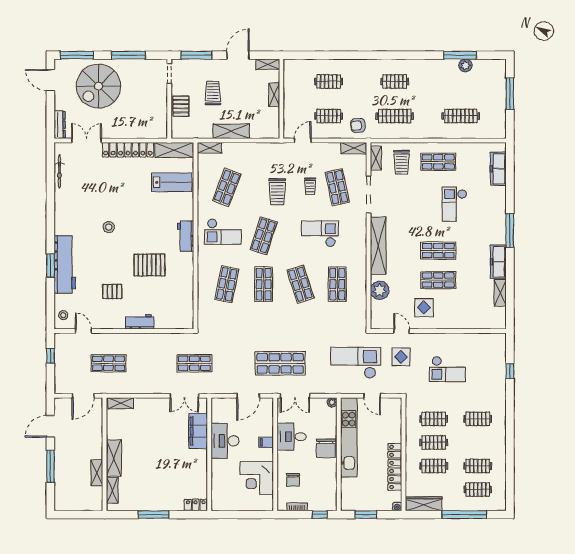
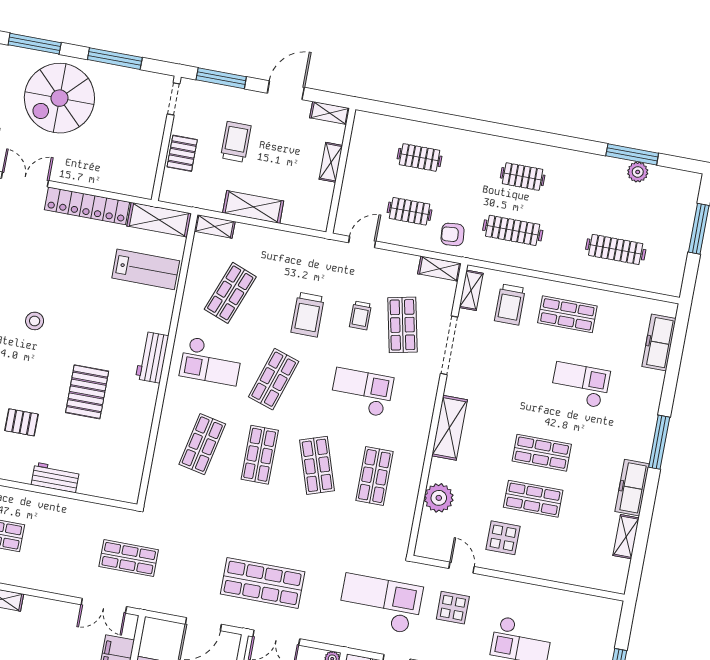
checkout: (454, 204) -> (580, 385), turned 90
shelving: (378, 246) -> (449, 428), width x0.68
pallet: (149, 265) -> (87, 392), turned 90

